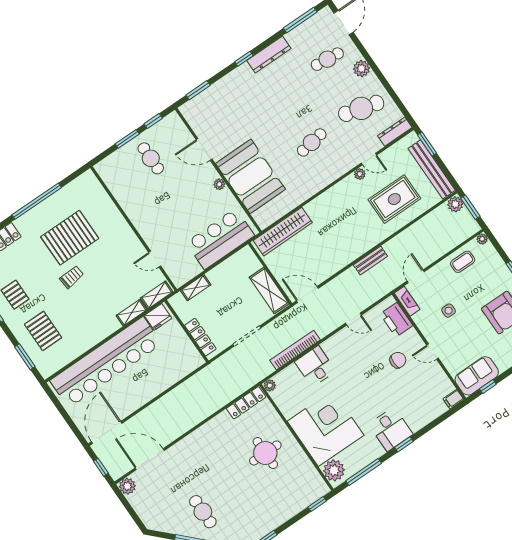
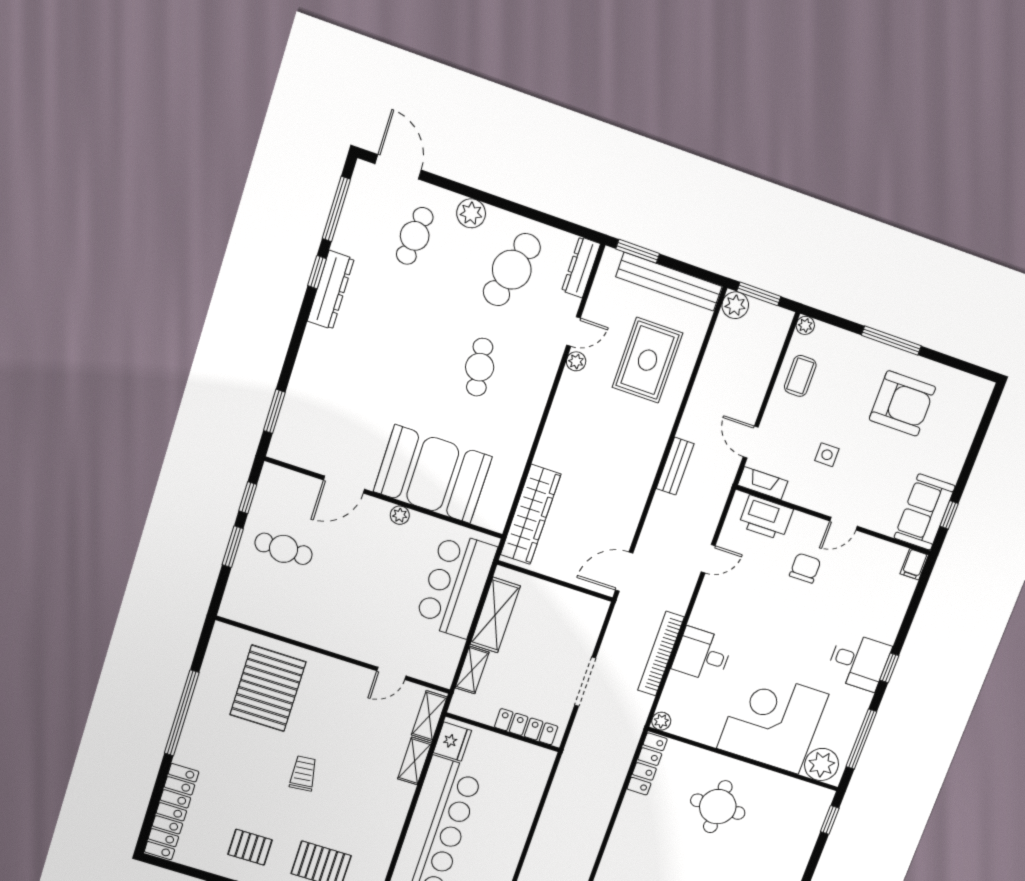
window: (244, 59) -> (317, 272), moved
pallet: (70, 238) -> (268, 688), moved
shelving: (269, 291) -> (495, 615), moved, turned 90

